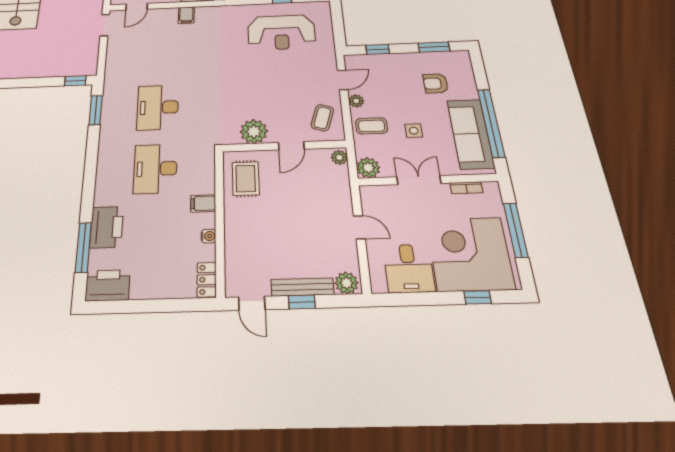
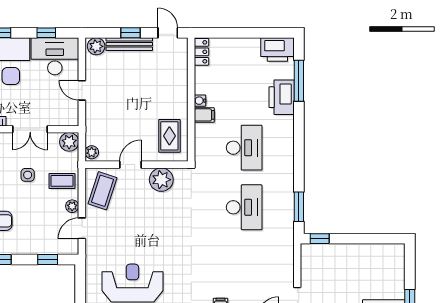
coffee table: (322, 118) -> (103, 191), width x1.36, depth x1.30
water cooler: (209, 236) -> (200, 101), moved
desk: (409, 268) -> (55, 56), width x1.37
window: (416, 299) -> (46, 33), added

